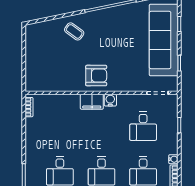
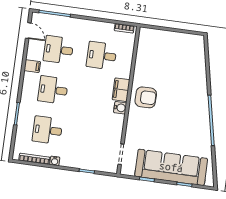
coffee table: (74, 31) -> (191, 82), removed
armchair: (96, 76) -> (146, 97), turned -90
desk: (143, 126) -> (102, 56), moved

